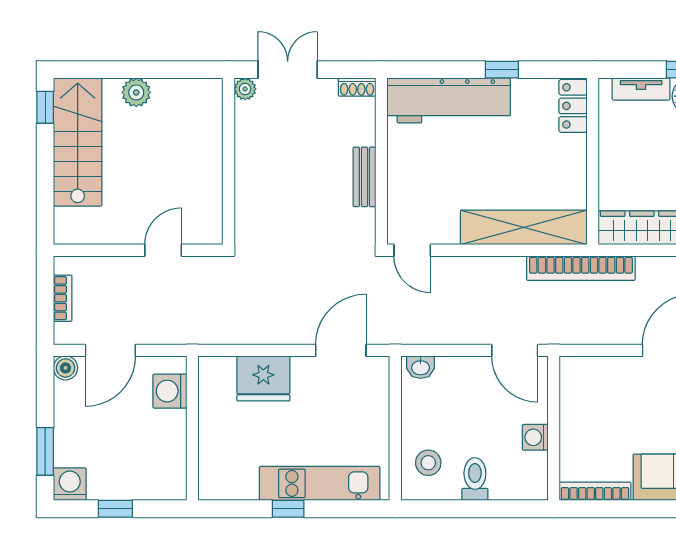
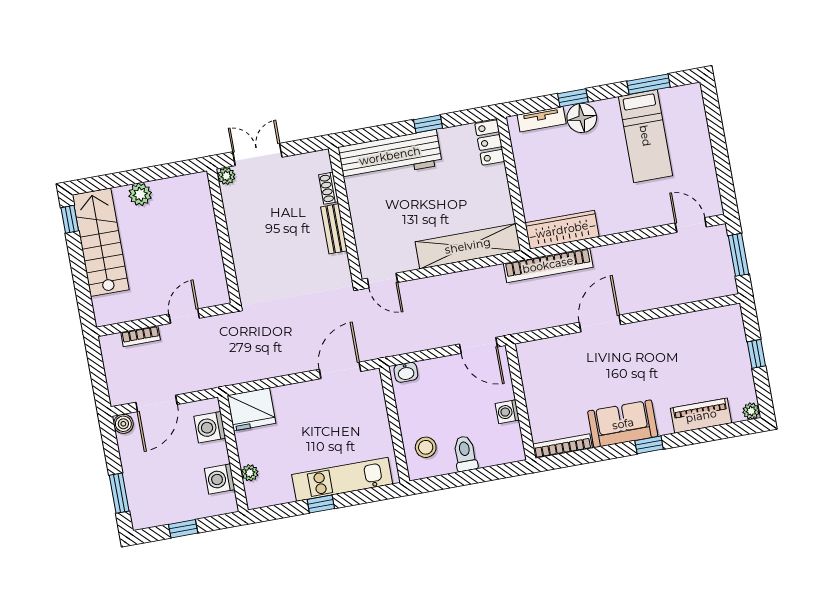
shoe rack: (357, 87) -> (328, 188), moved, turned 90
bookcase: (581, 268) -> (548, 265), moved
bookcase: (63, 298) -> (141, 336), moved, turned 90
fridge: (263, 378) -> (251, 409), moved
plant: (209, 455) -> (250, 473), added
washing machine: (70, 484) -> (220, 479), moved, turned -90

